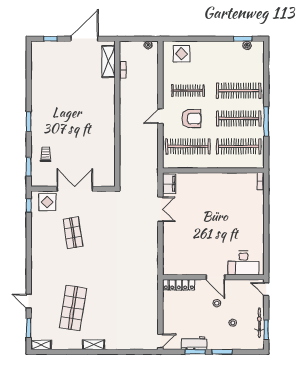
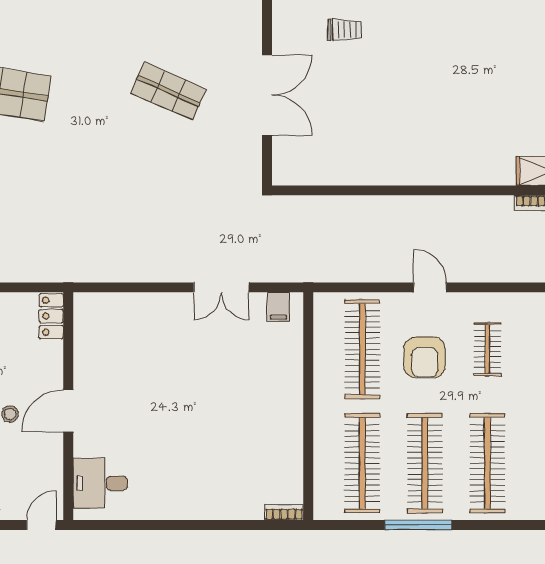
clothes rail: (188, 91) -> (487, 349), width x0.73
filing cabinet: (169, 184) -> (278, 307), width x0.50
display table: (47, 202) -> (237, 33), removed
shop shelf: (73, 233) -> (168, 91), turned 33
desk: (243, 263) -> (100, 483), width x0.73
locker: (179, 285) -> (51, 316), width x0.66

